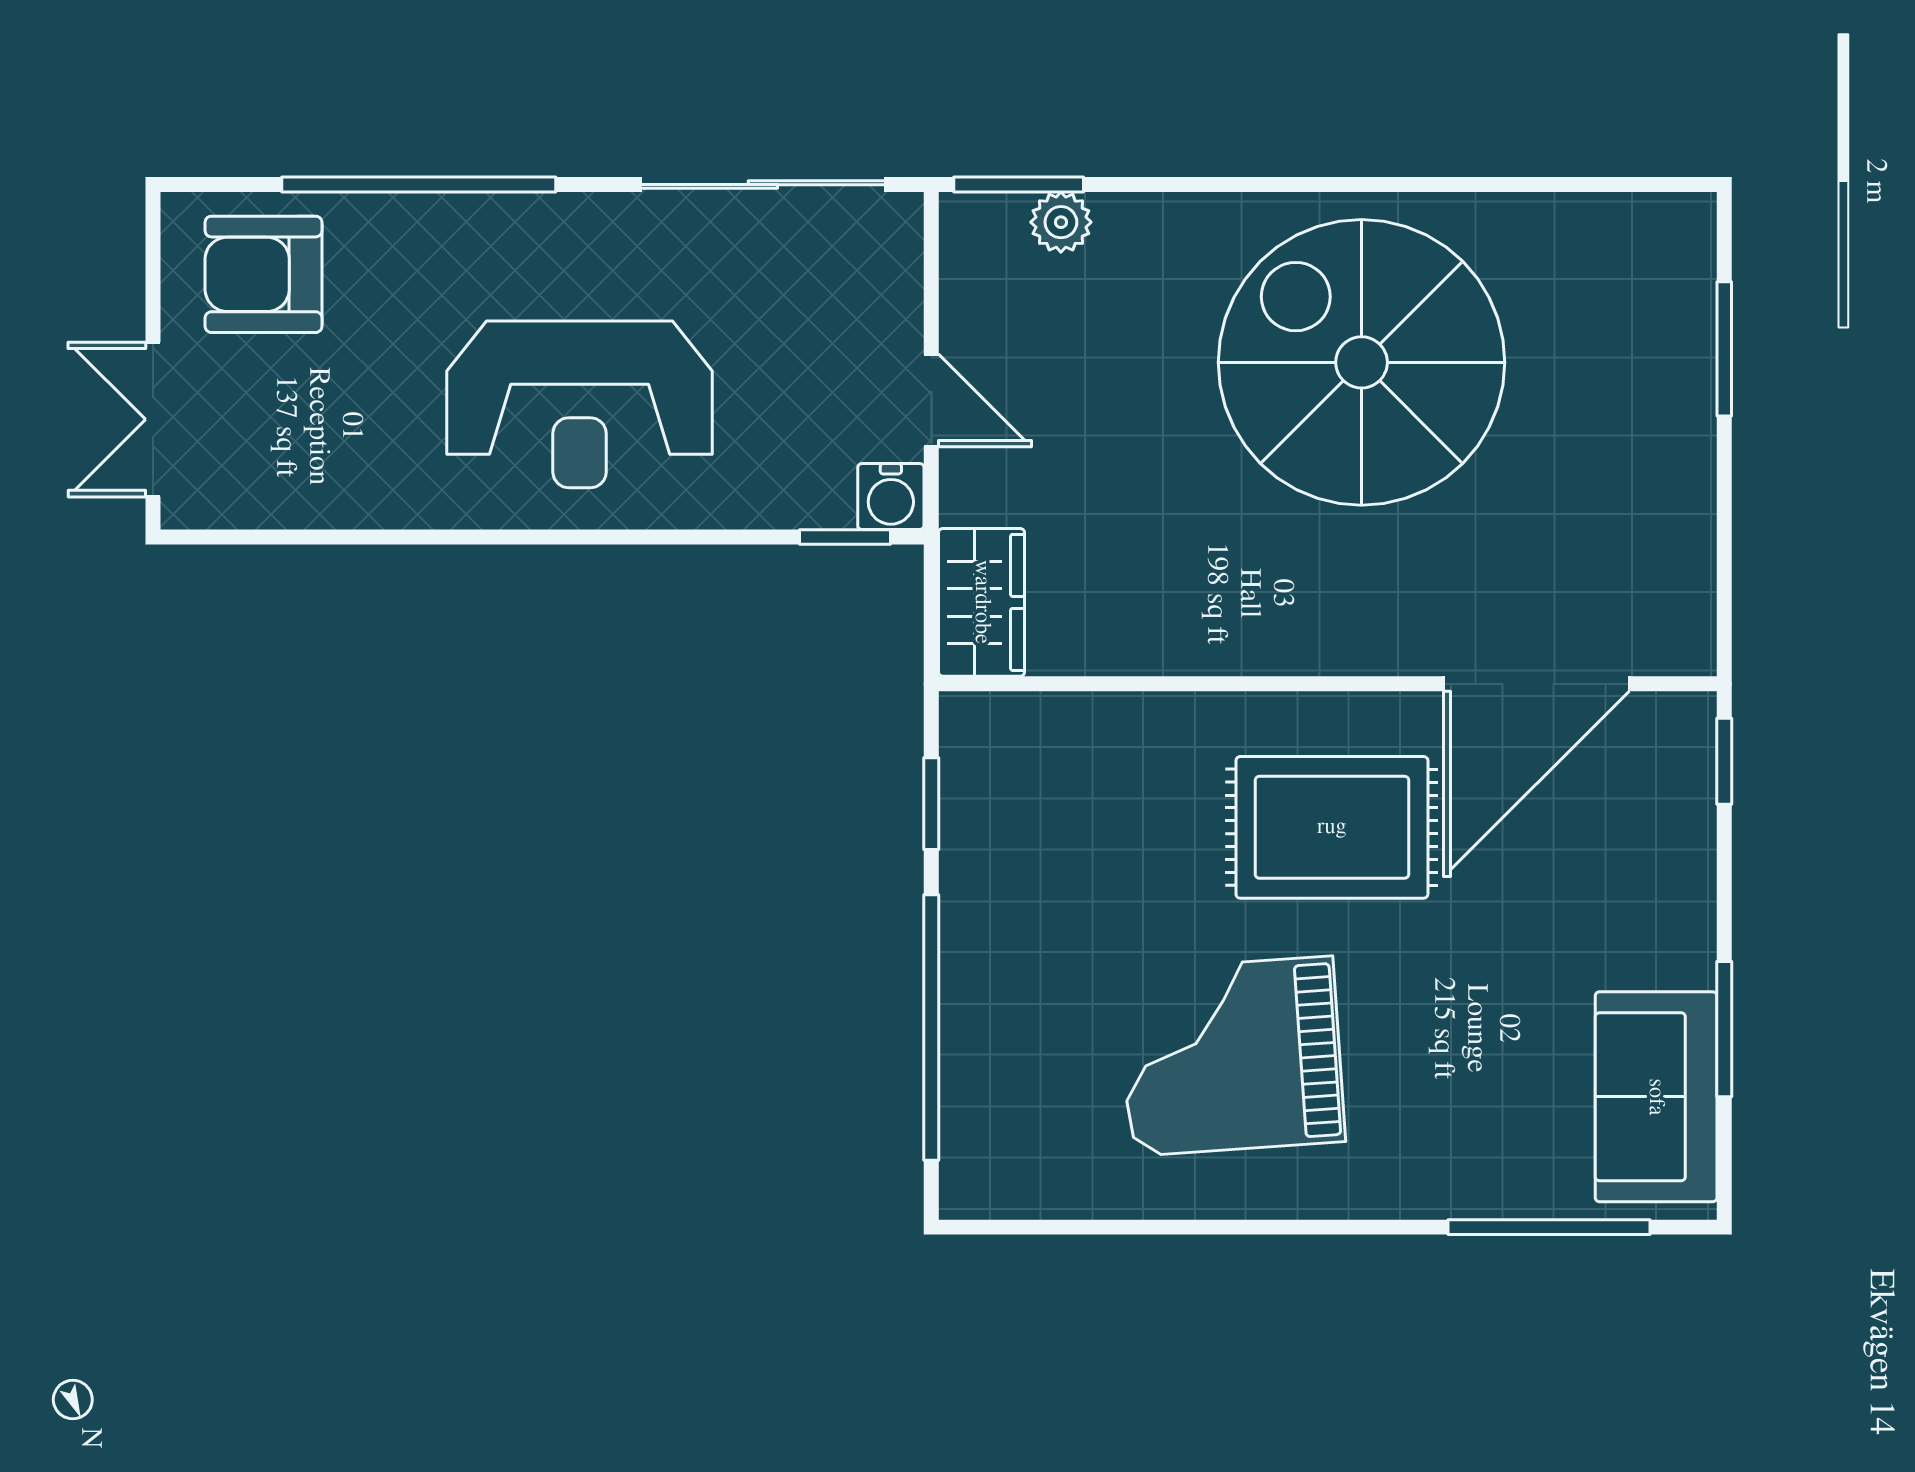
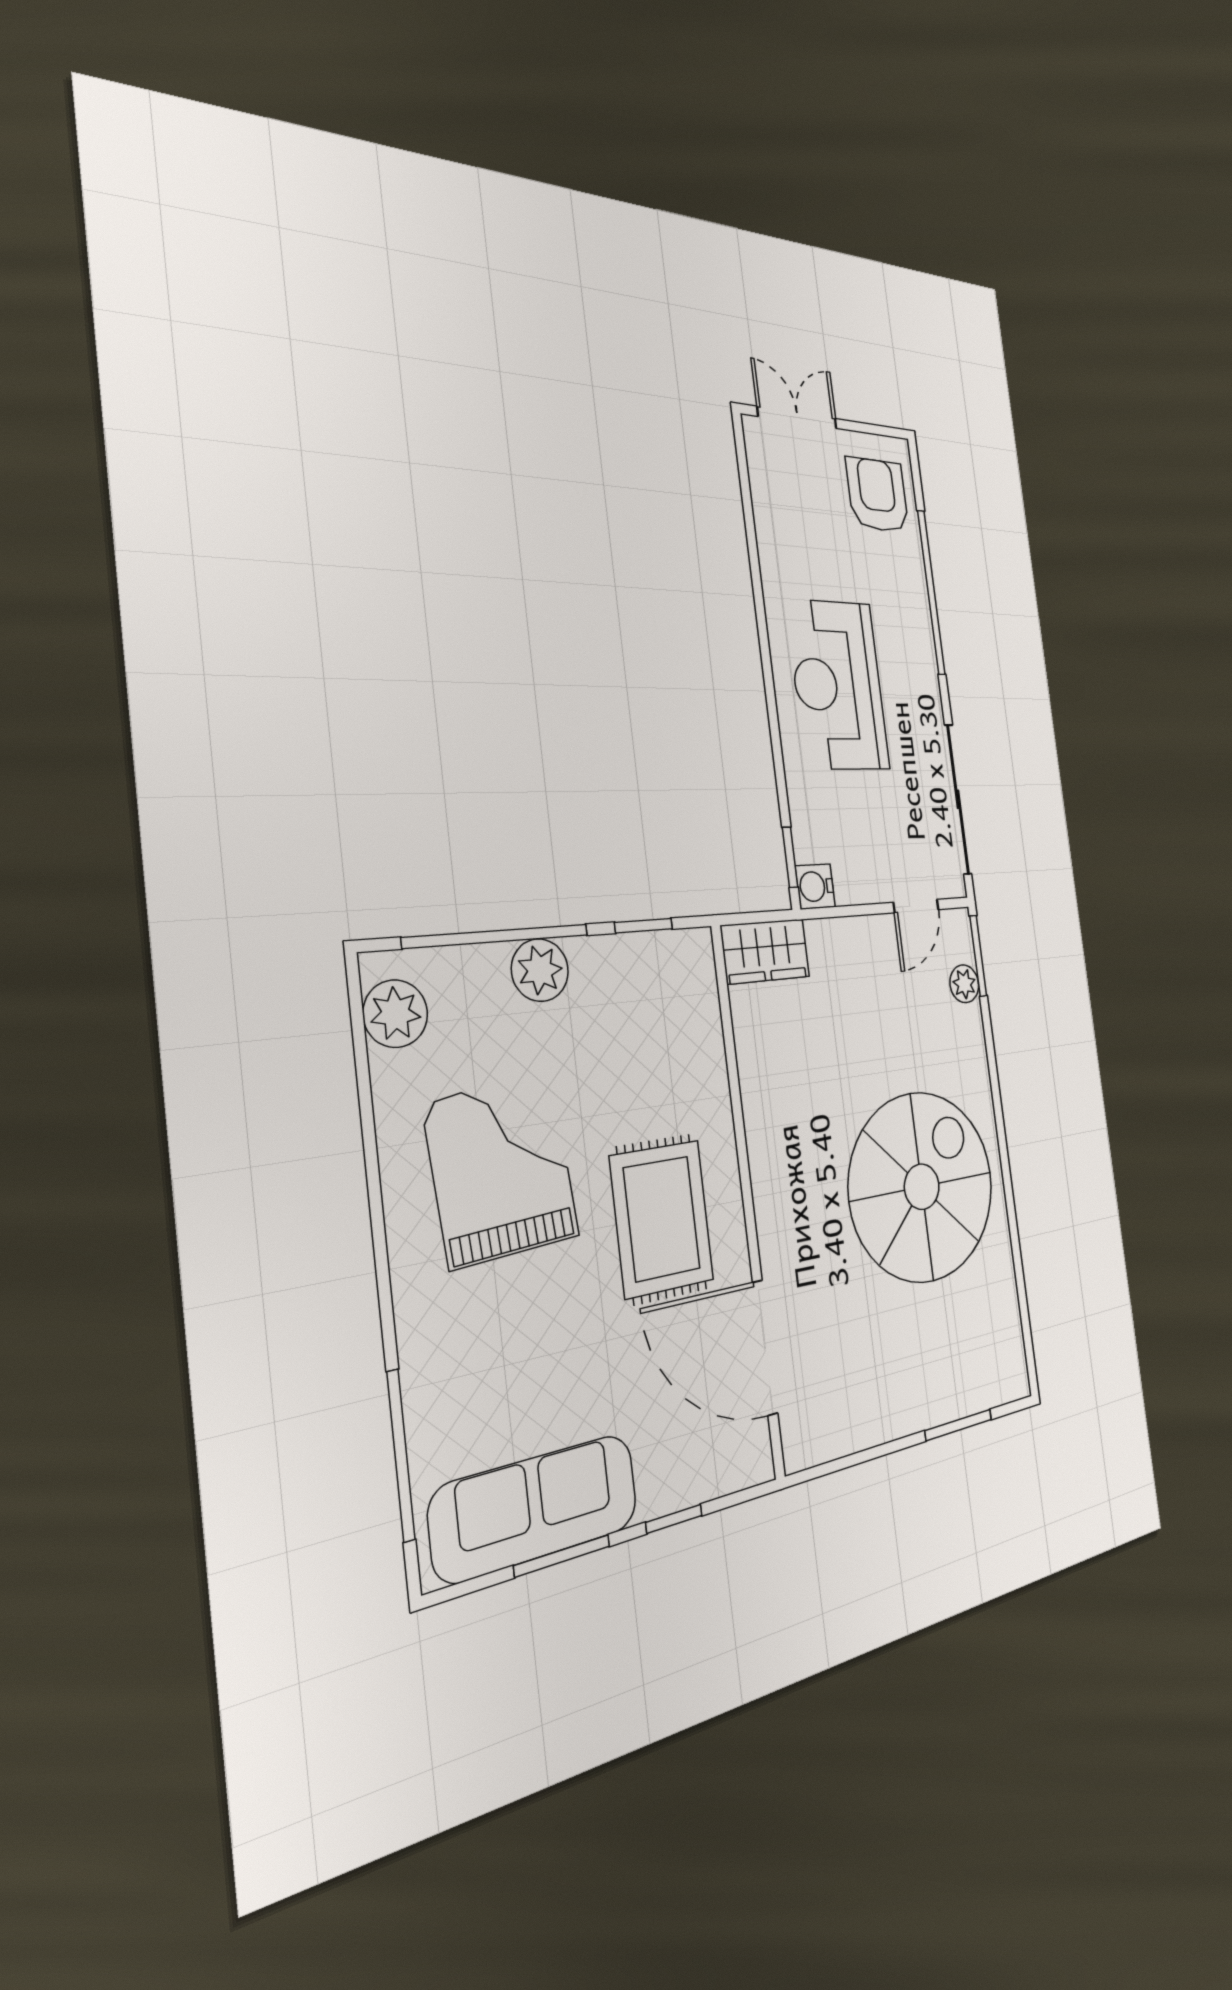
door: (931, 401) -> (916, 906), moved
window: (1724, 761) -> (674, 1519), moved
plant: (980, 971) -> (540, 970), added
sofa: (1656, 1097) -> (535, 1508), width x1.36
plant: (1019, 1177) -> (395, 1014), added

